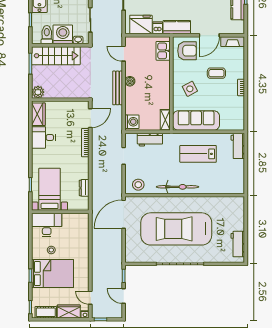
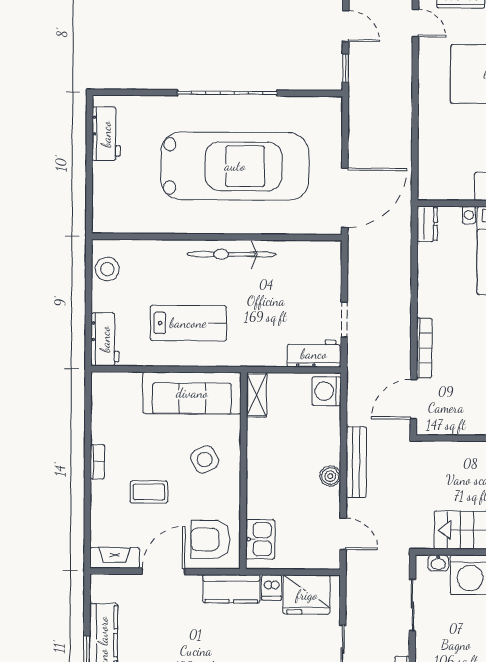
workbench: (150, 140) -> (314, 354), moved
stool: (138, 185) -> (107, 269), moved
dresser: (84, 188) -> (427, 224), moved

